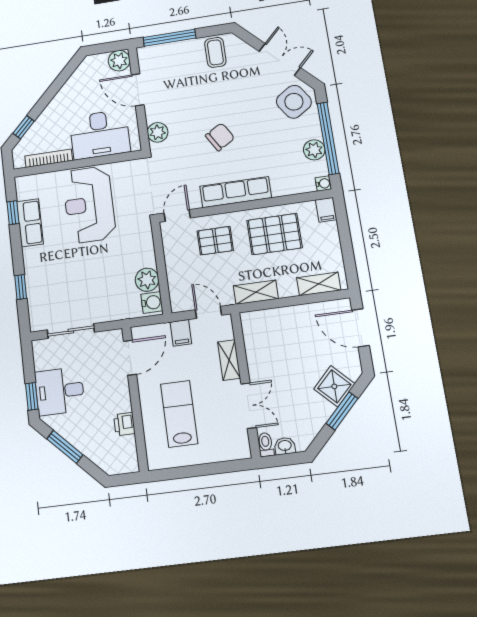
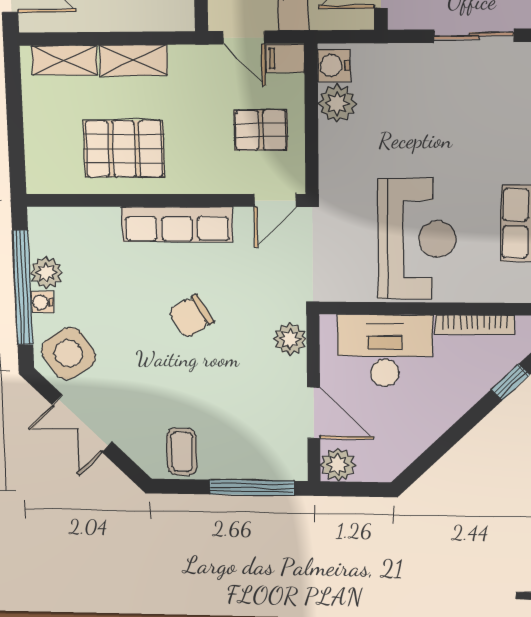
water cooler: (323, 184) -> (42, 302), moved
filing cabinet: (326, 210) -> (285, 58), moved, turned -90
pallet: (215, 241) -> (261, 130), moved
shelving: (256, 292) -> (134, 60), moved

